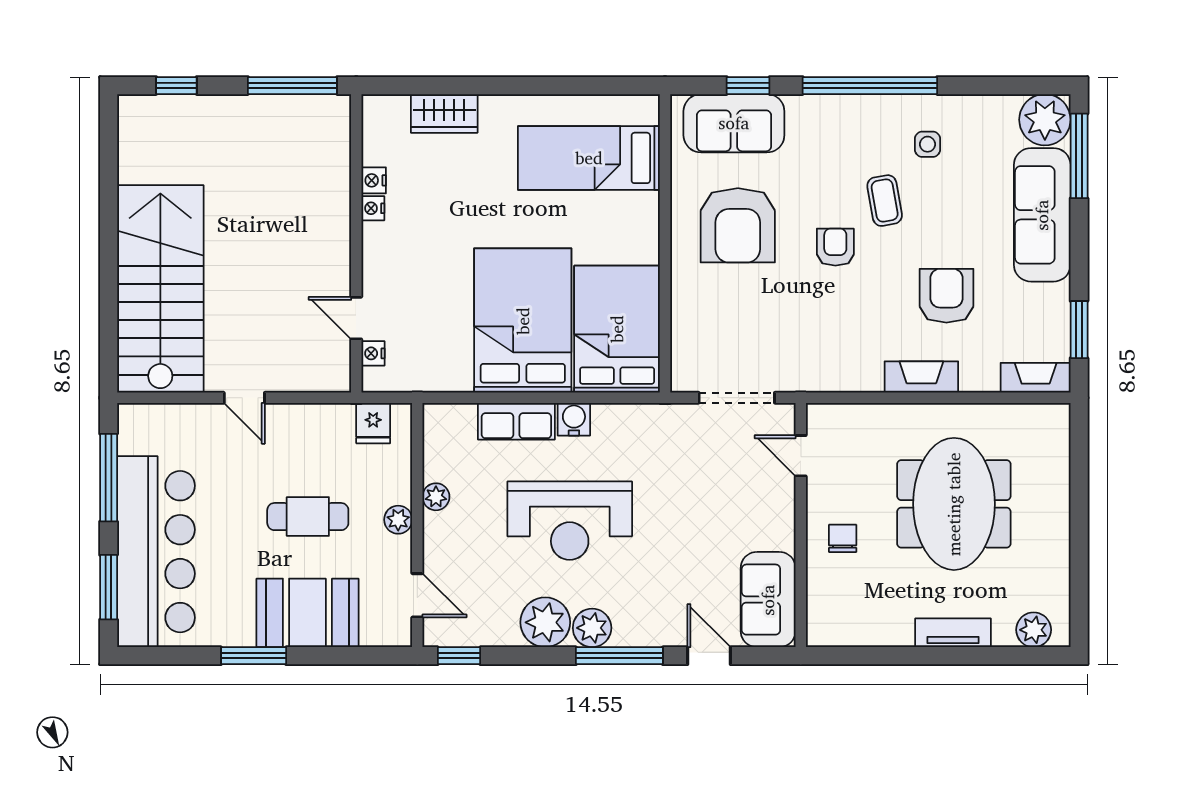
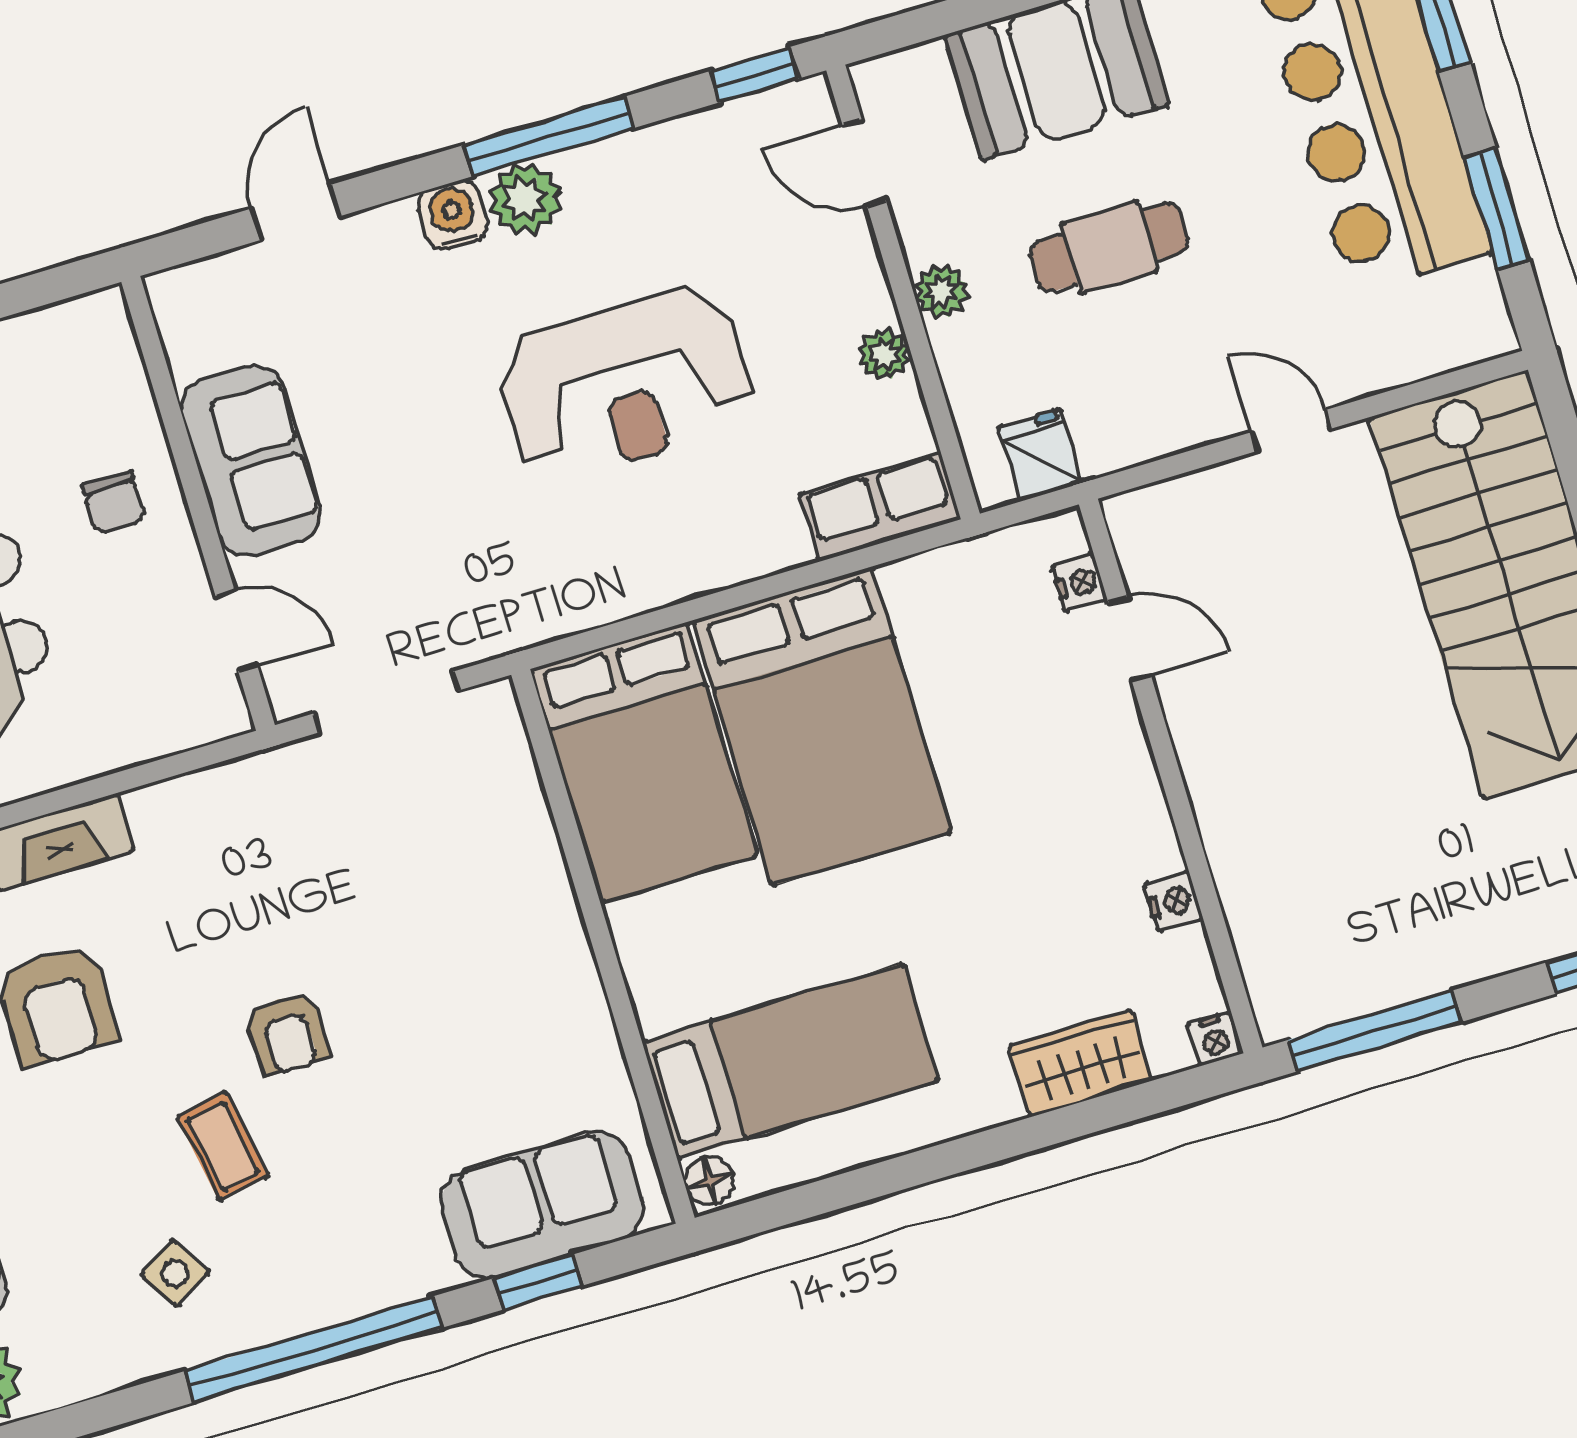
floor lamp: (647, 111) -> (709, 1181), added
side table: (928, 144) -> (175, 1273), turned -31
nightstand: (373, 208) -> (1215, 1039), moved, turned 90
armchair: (738, 225) -> (479, 1020), removed
water cooler: (574, 419) -> (453, 215), moved, turned 180
row of seats: (516, 421) -> (880, 507), moved
window: (109, 478) -> (1497, 209), width x0.69
reception desk: (570, 521) -> (625, 384), turned 180
sofa: (768, 600) -> (251, 460), moved
plant: (545, 622) -> (614, 184), removed
window: (619, 656) -> (548, 137), moved
door: (709, 656) -> (295, 213), swing flipped

